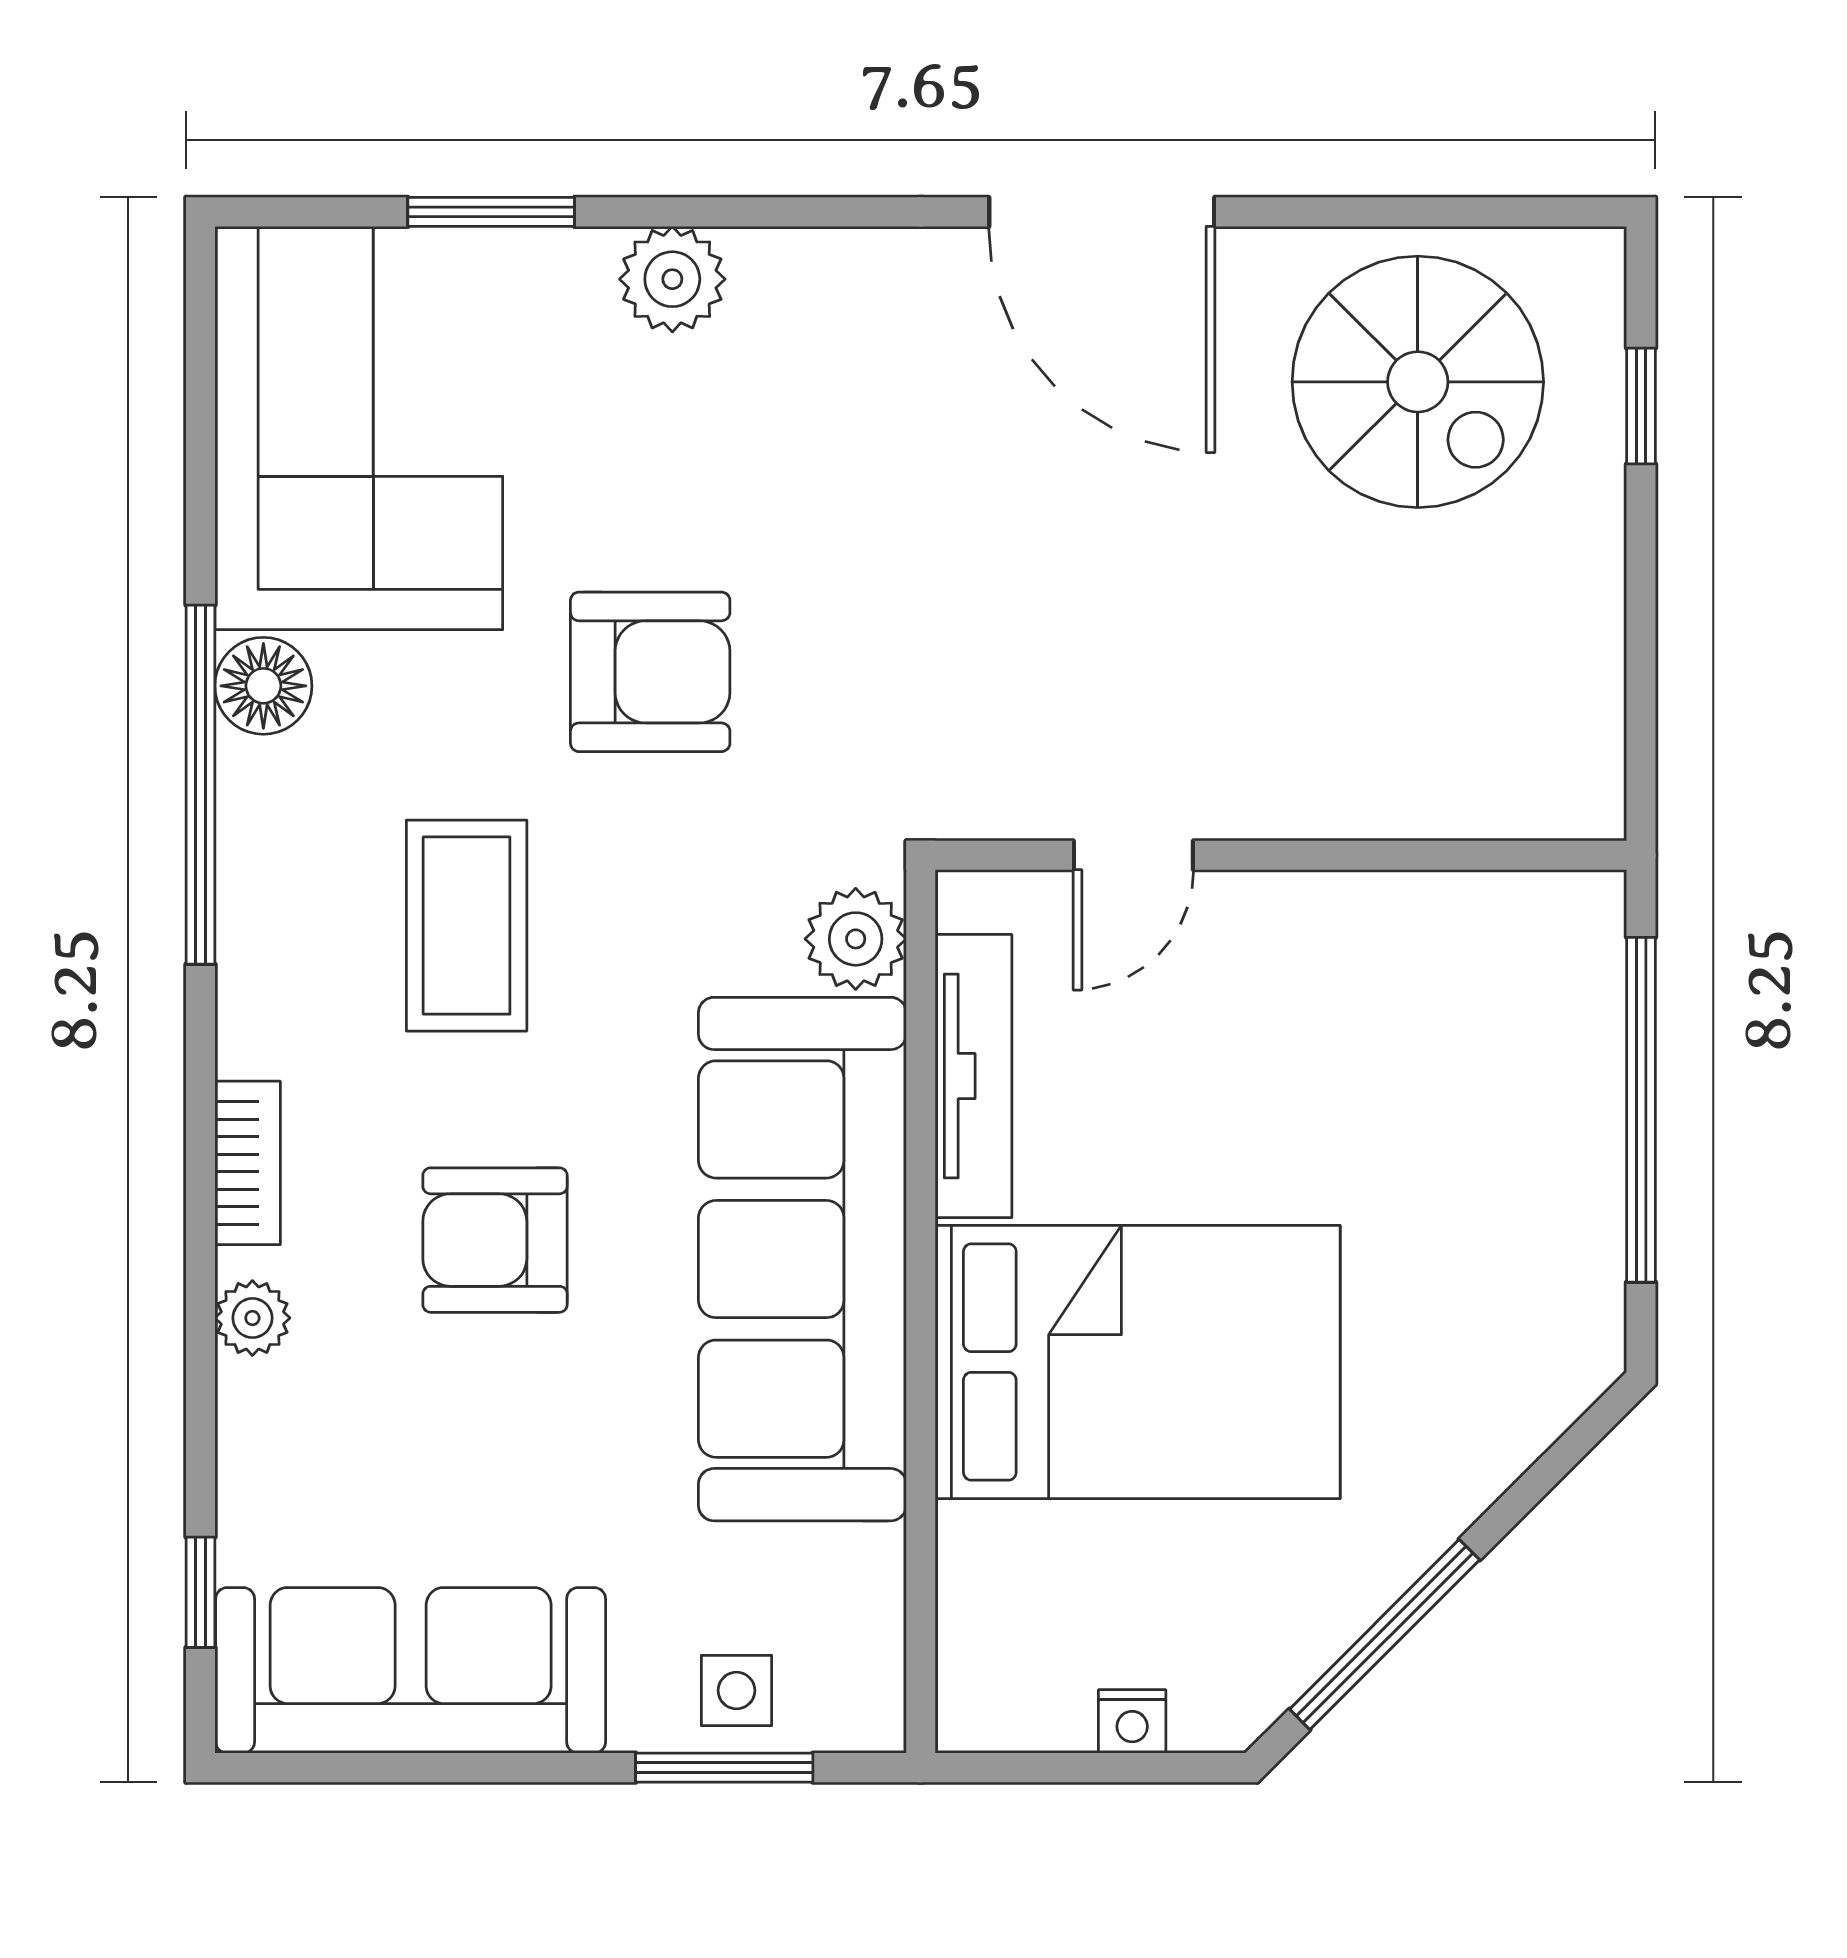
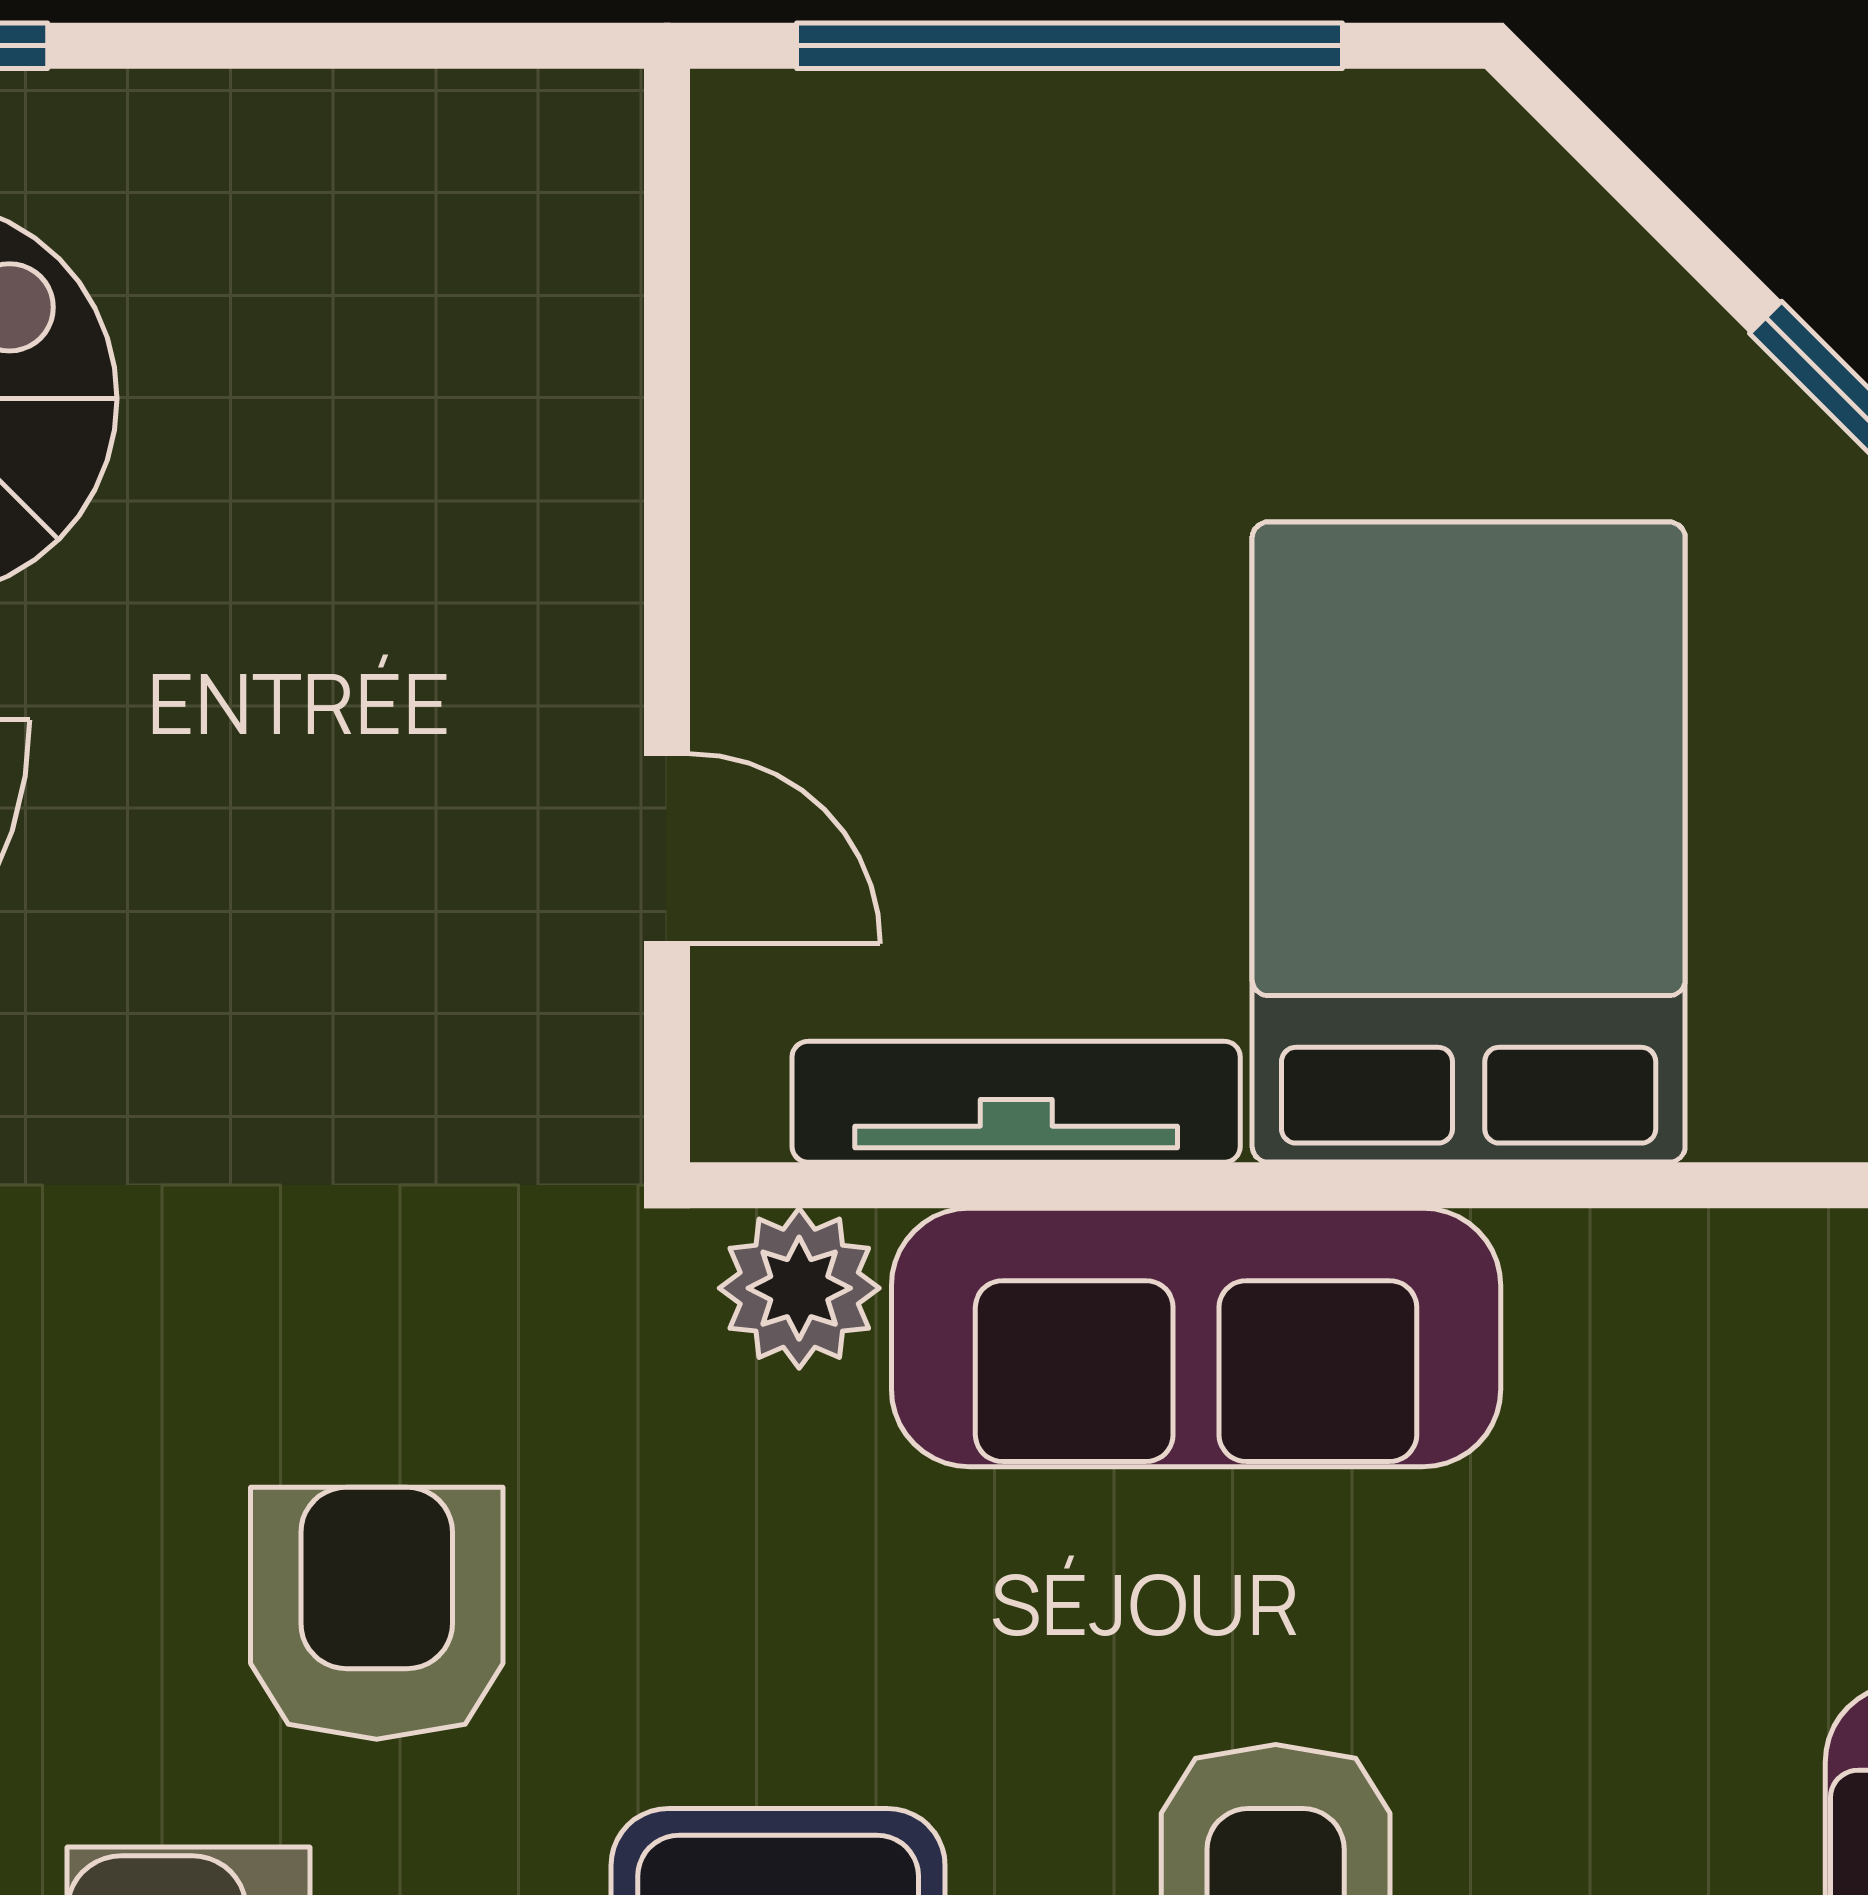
sofa: (802, 1259) -> (1196, 1337), width x0.74, depth x0.79

